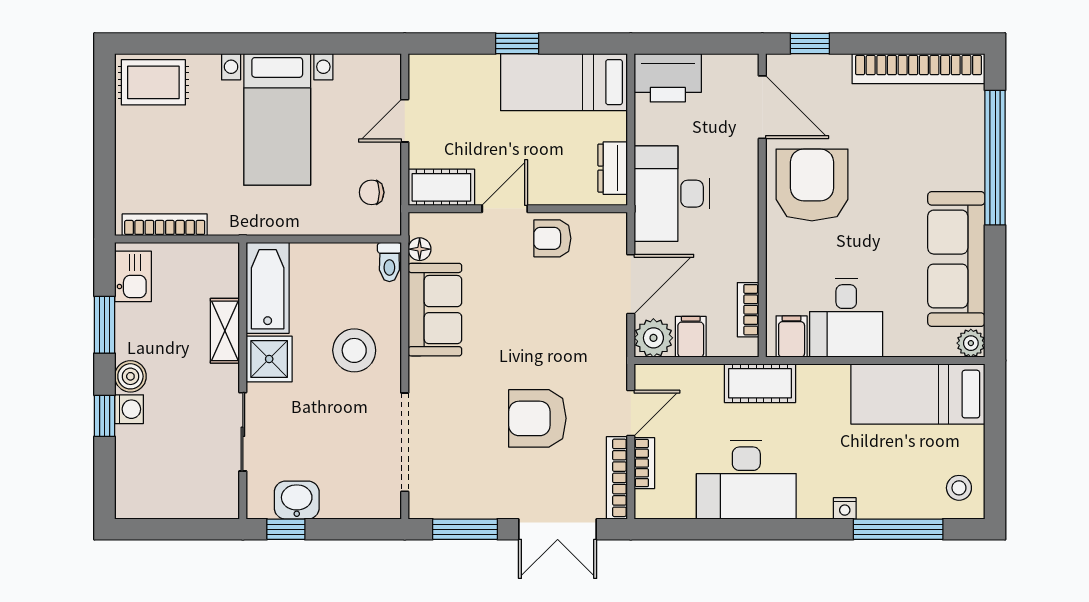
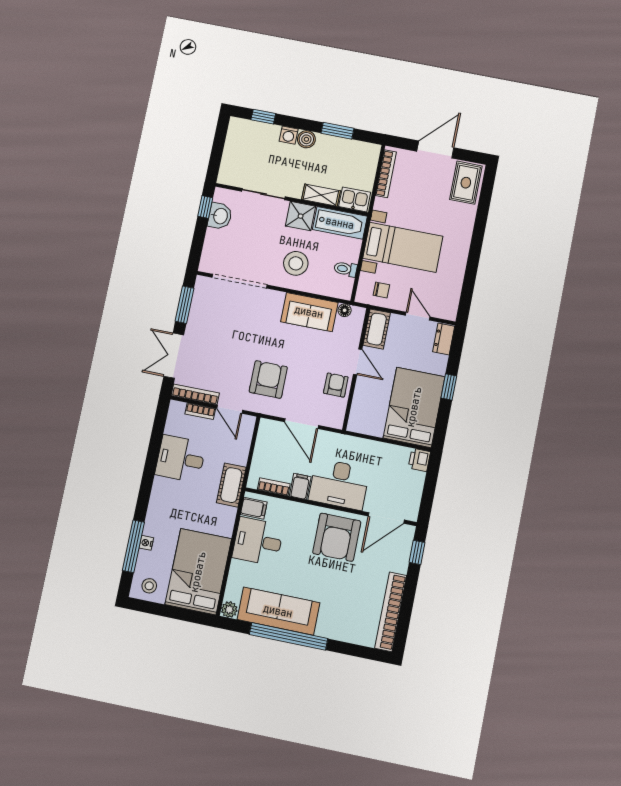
printer: (668, 78) -> (419, 460), width x0.53, depth x0.68
bed: (564, 82) -> (414, 407), width x1.50
bed with nightstands: (277, 119) -> (403, 247), moved, turned 180
door: (105, 147) -> (435, 149), added
window: (995, 158) -> (289, 636), moved
dresser: (613, 168) -> (444, 339), moved, turned -90
armchair: (812, 185) -> (337, 537), turned 90
chair: (372, 192) -> (381, 290), turned 90
desk: (672, 194) -> (339, 484), moved, turned 180
toilet: (389, 262) -> (345, 269), moved
kitchen sink: (133, 276) -> (355, 199), moved, turned 180
filing cabinet: (691, 337) -> (300, 486), moved, turned -90
plant: (653, 338) -> (269, 430), removed
bed: (918, 394) -> (198, 572), width x1.50
window: (105, 416) -> (263, 117), moved
armchair: (537, 418) -> (268, 379), moved
desk: (746, 480) -> (181, 459), width x0.73
nightstand: (845, 508) -> (146, 543), moved

